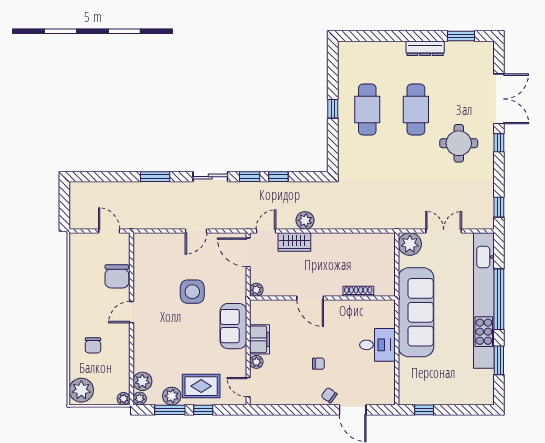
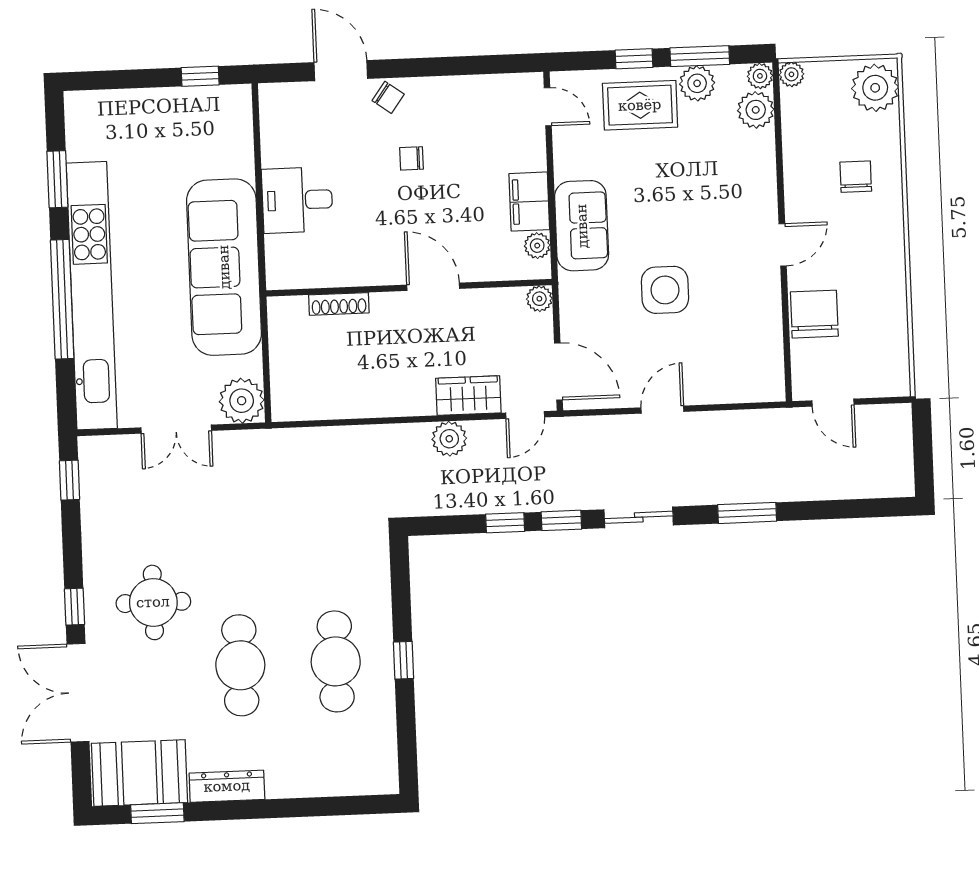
booth: (469, 57) -> (140, 773), added
plant: (256, 362) -> (537, 246), moved

